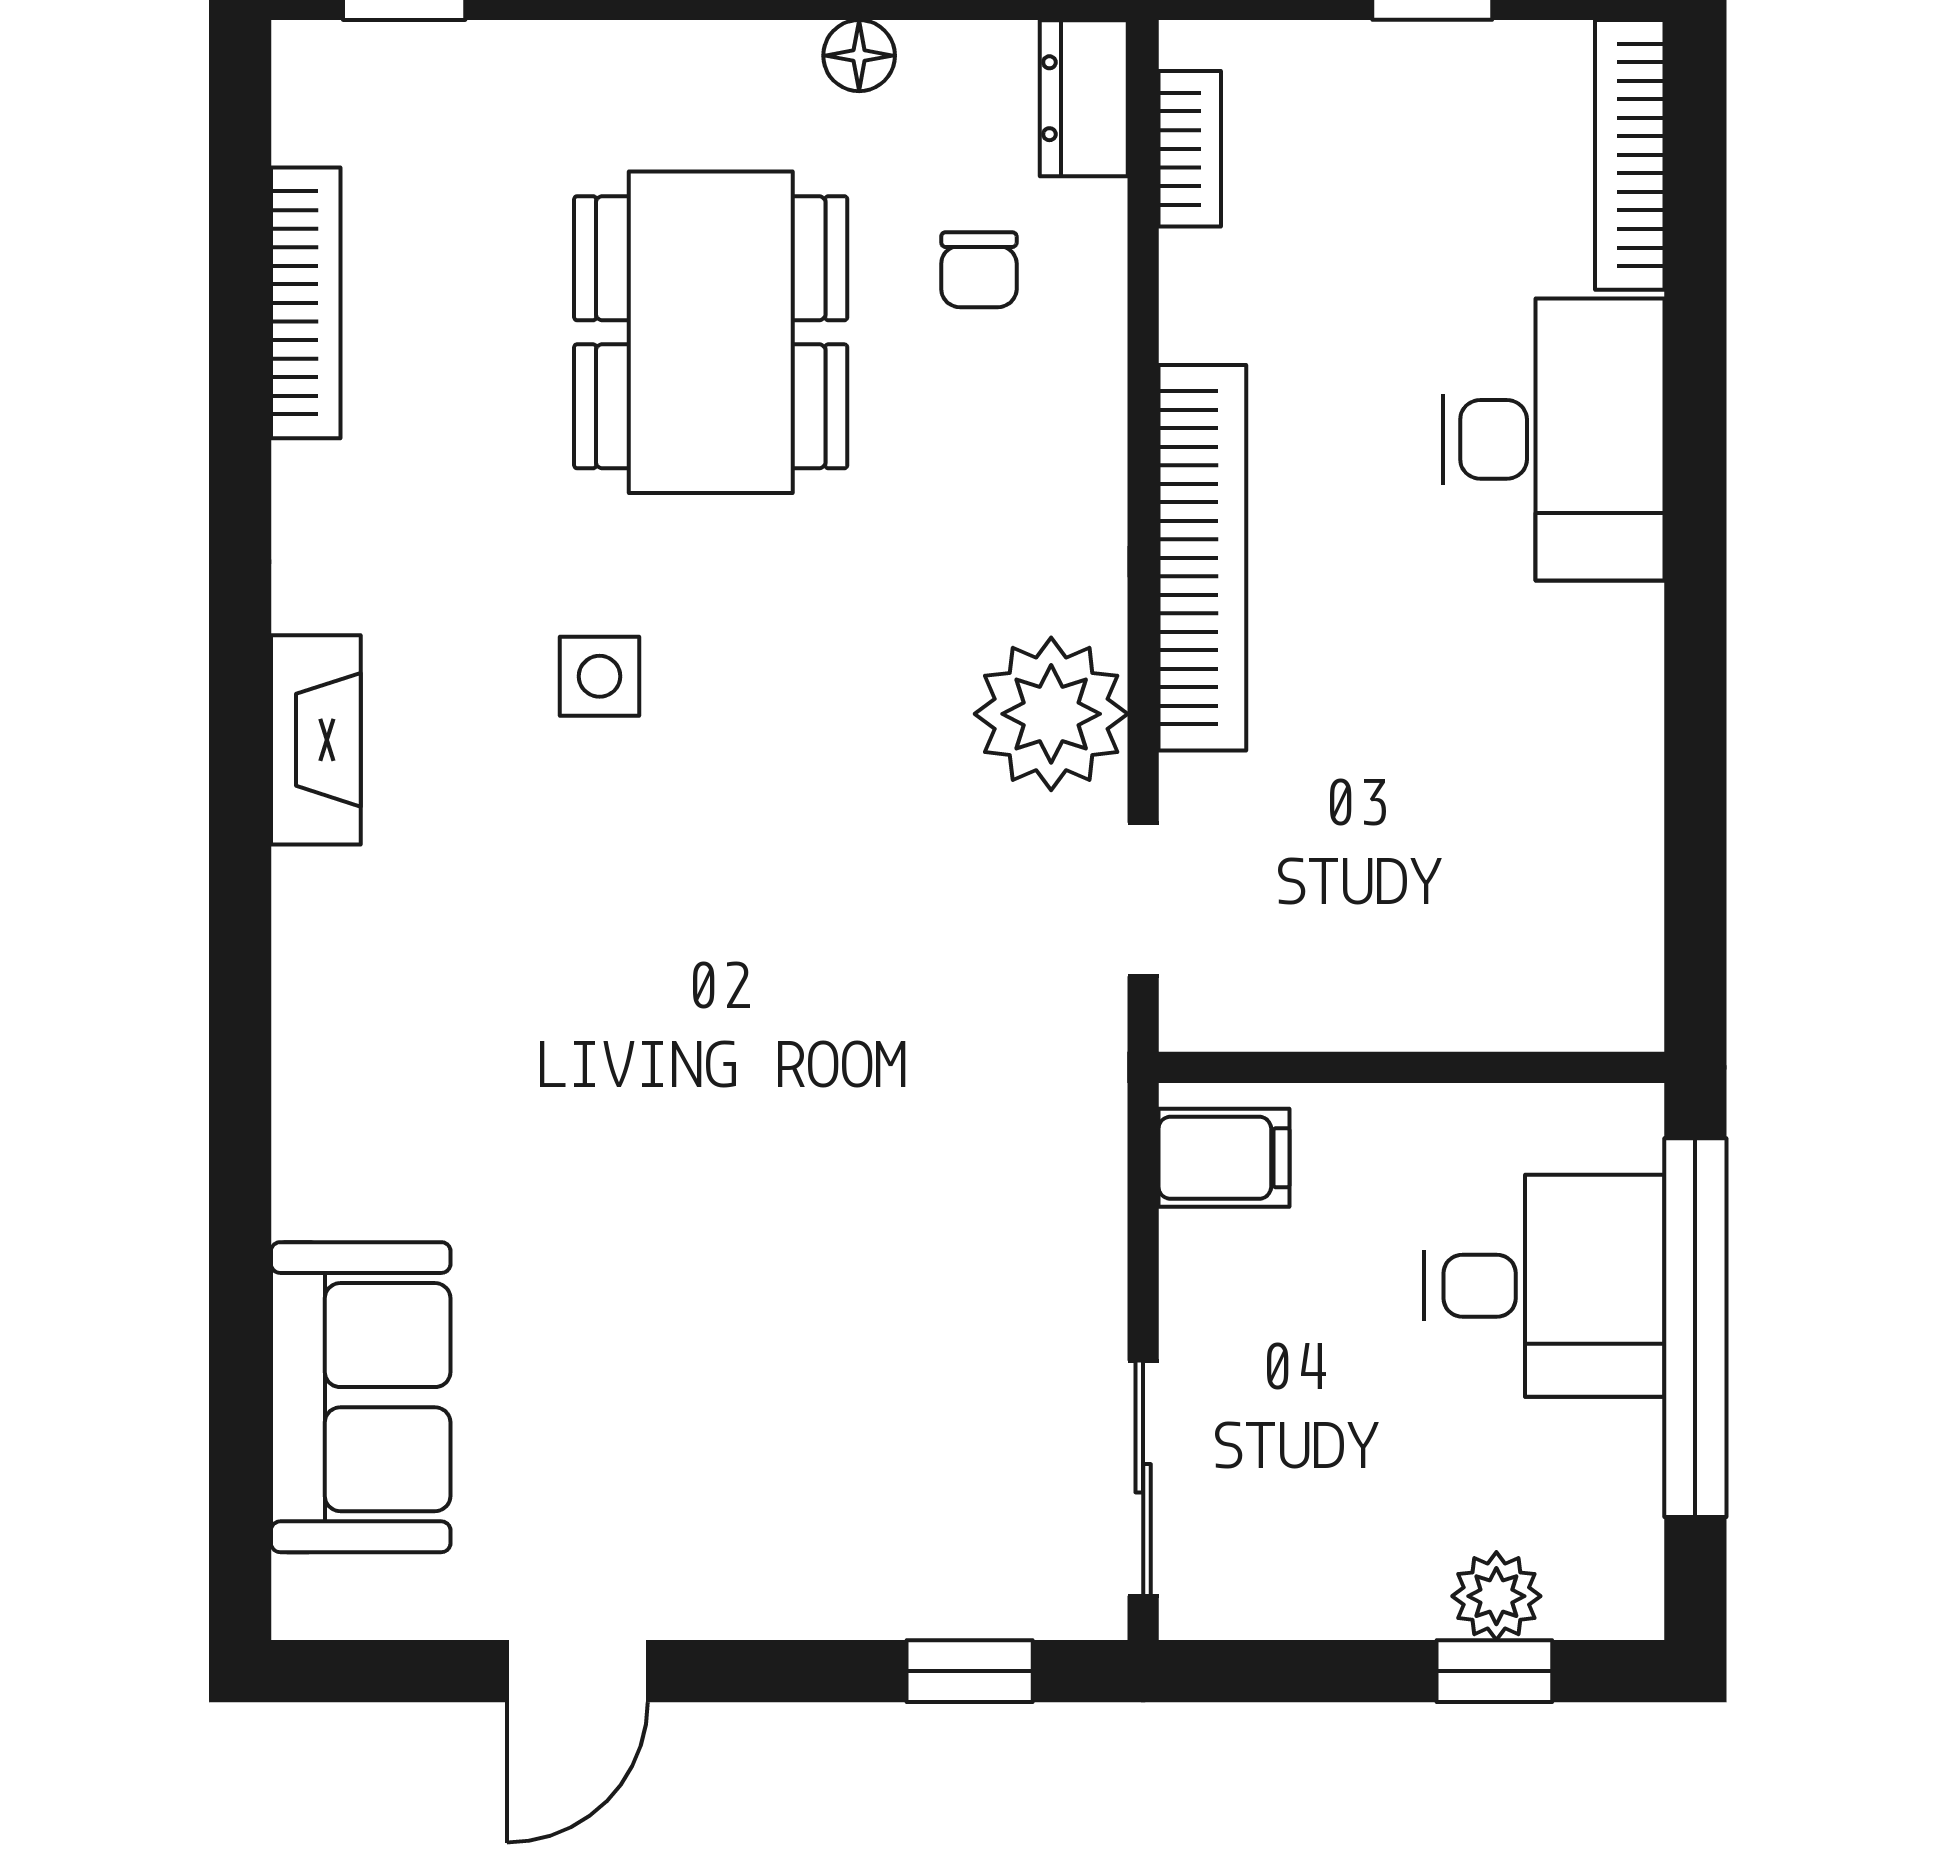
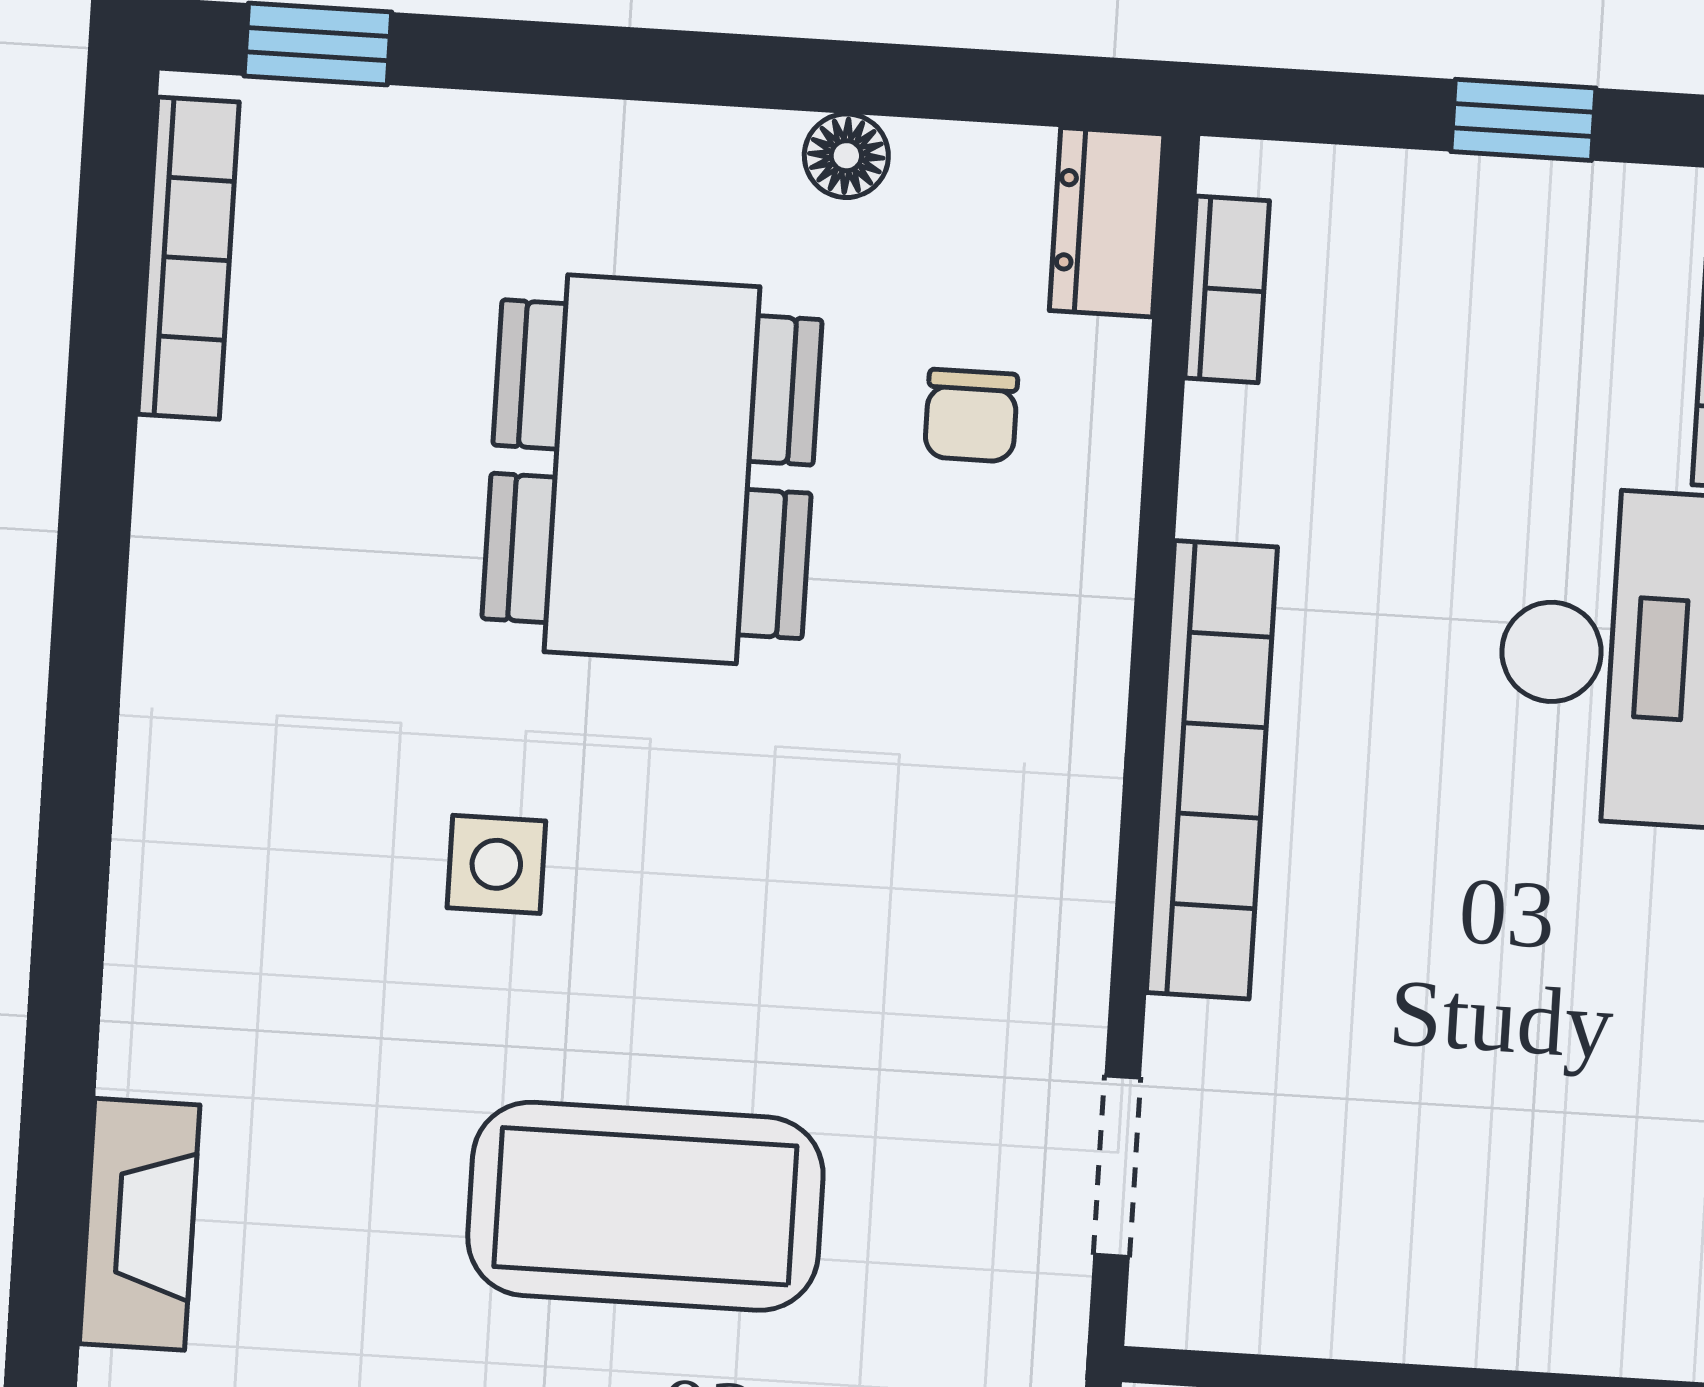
bookcase: (306, 303) -> (189, 258), moved
plant: (1051, 714) -> (1023, 942), removed
fireplace: (316, 740) -> (140, 1224), moved
coffee table: (744, 959) -> (645, 1206), added

